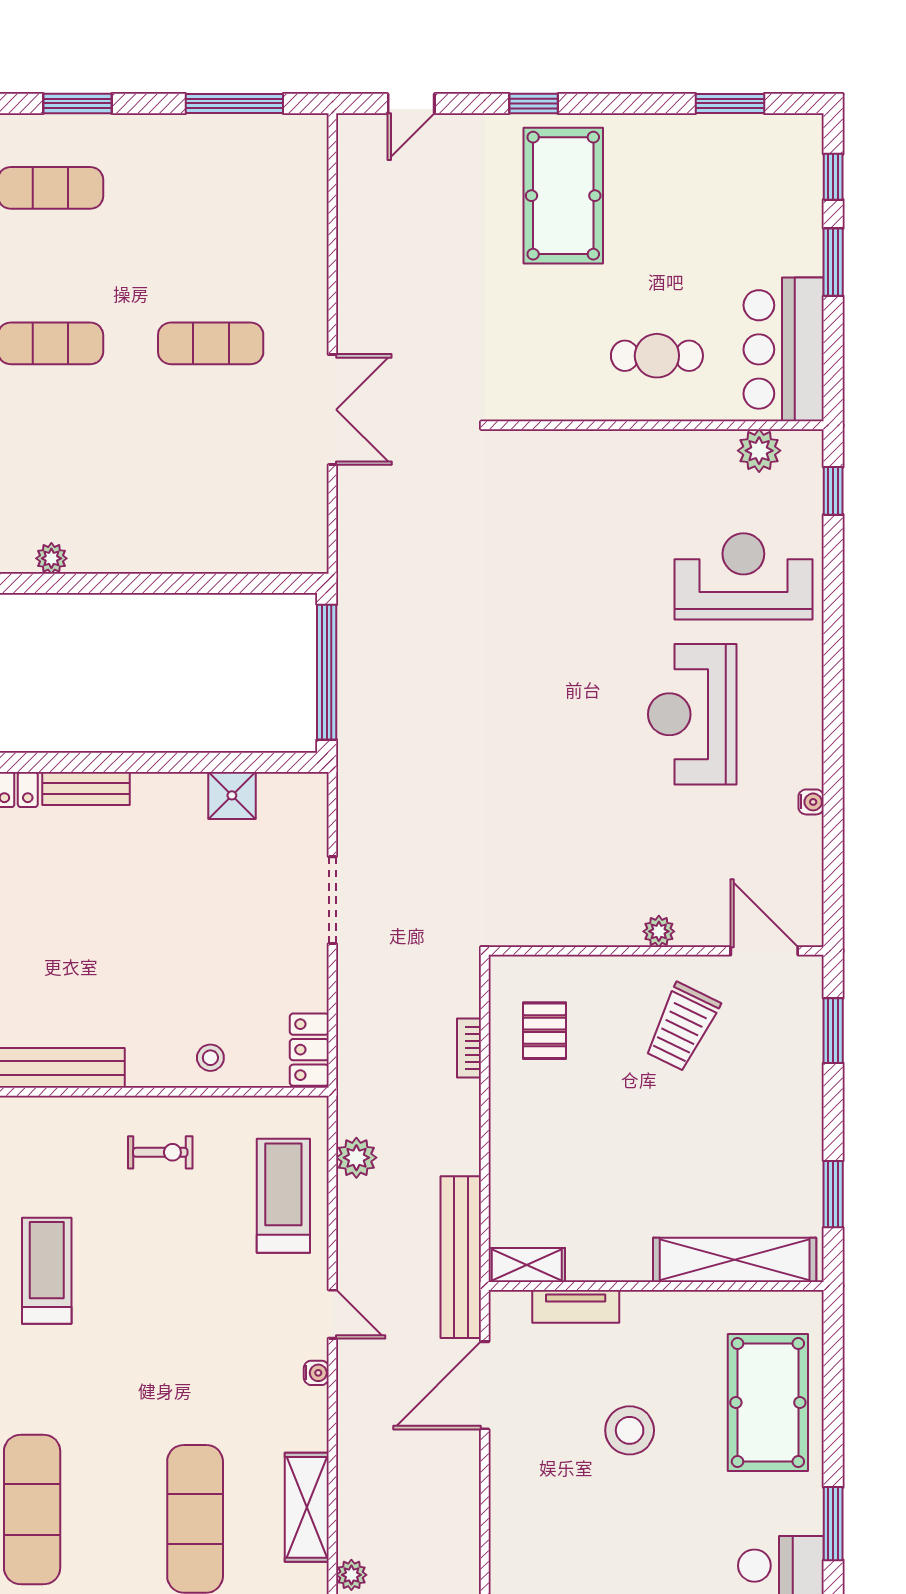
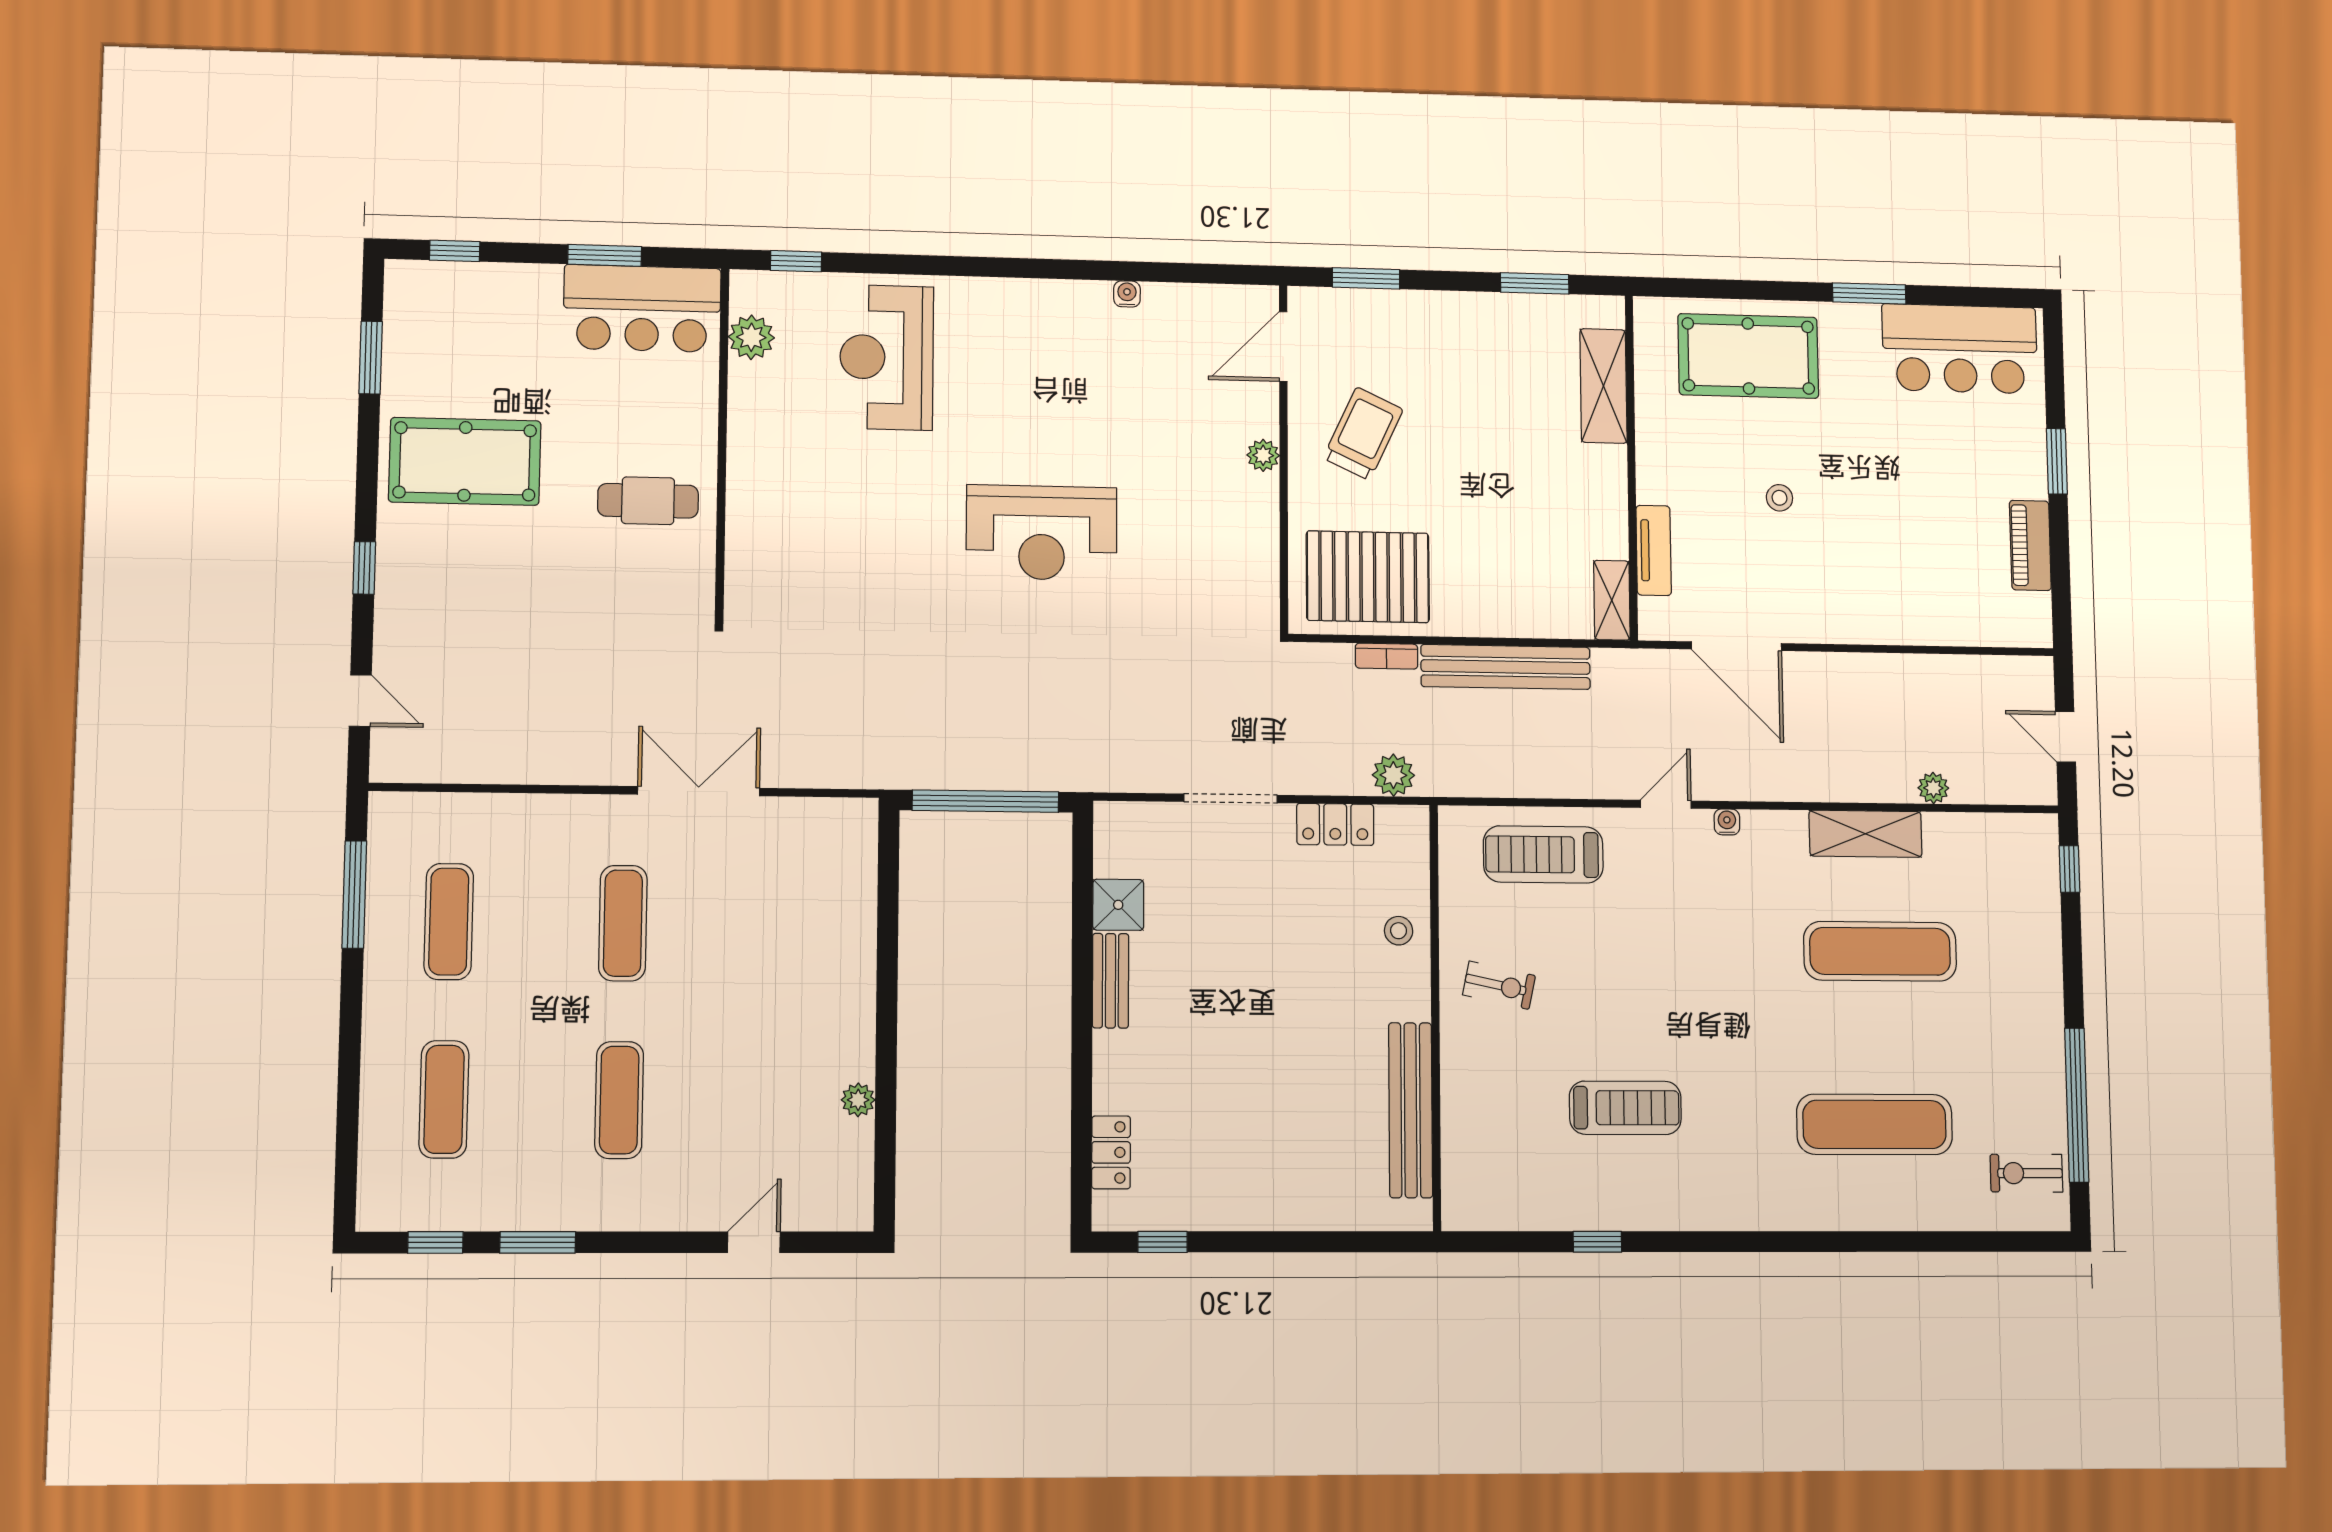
window: (78, 103) -> (349, 1069), removed
exercise mat: (211, 188) -> (449, 922), added
pool table: (563, 196) -> (465, 461), moved
window: (833, 262) -> (605, 255), moved
cafe table: (657, 356) -> (648, 501), moved, turned 90
reception desk: (692, 714) -> (1042, 533), moved
bench: (86, 788) -> (1110, 981), moved
trolley: (682, 1027) -> (1363, 434), turned -91
pallet: (545, 1031) -> (1368, 577), width x2.05, depth x2.00
locker: (309, 1050) -> (1335, 824), moved
exercise bike: (160, 1152) -> (1499, 985), turned 102
plant: (356, 1158) -> (1393, 775), moved
bench: (461, 1257) -> (1506, 667), moved
shelving: (735, 1260) -> (1604, 386), width x0.68
treadmill: (47, 1271) -> (1625, 1108), turned 180
stool: (630, 1430) -> (1779, 498), width x0.53, depth x0.53

